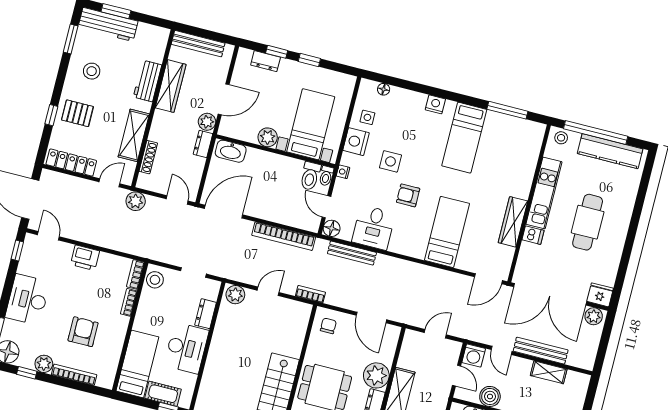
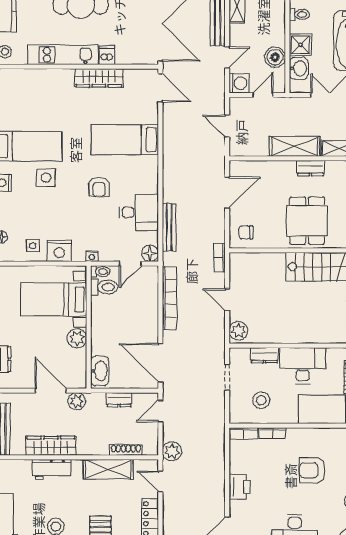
dresser: (203, 144) -> (119, 400), moved
side table: (390, 161) -> (46, 178), moved
stool: (155, 280) -> (261, 400), moved
plant: (376, 375) -> (283, 173), removed

